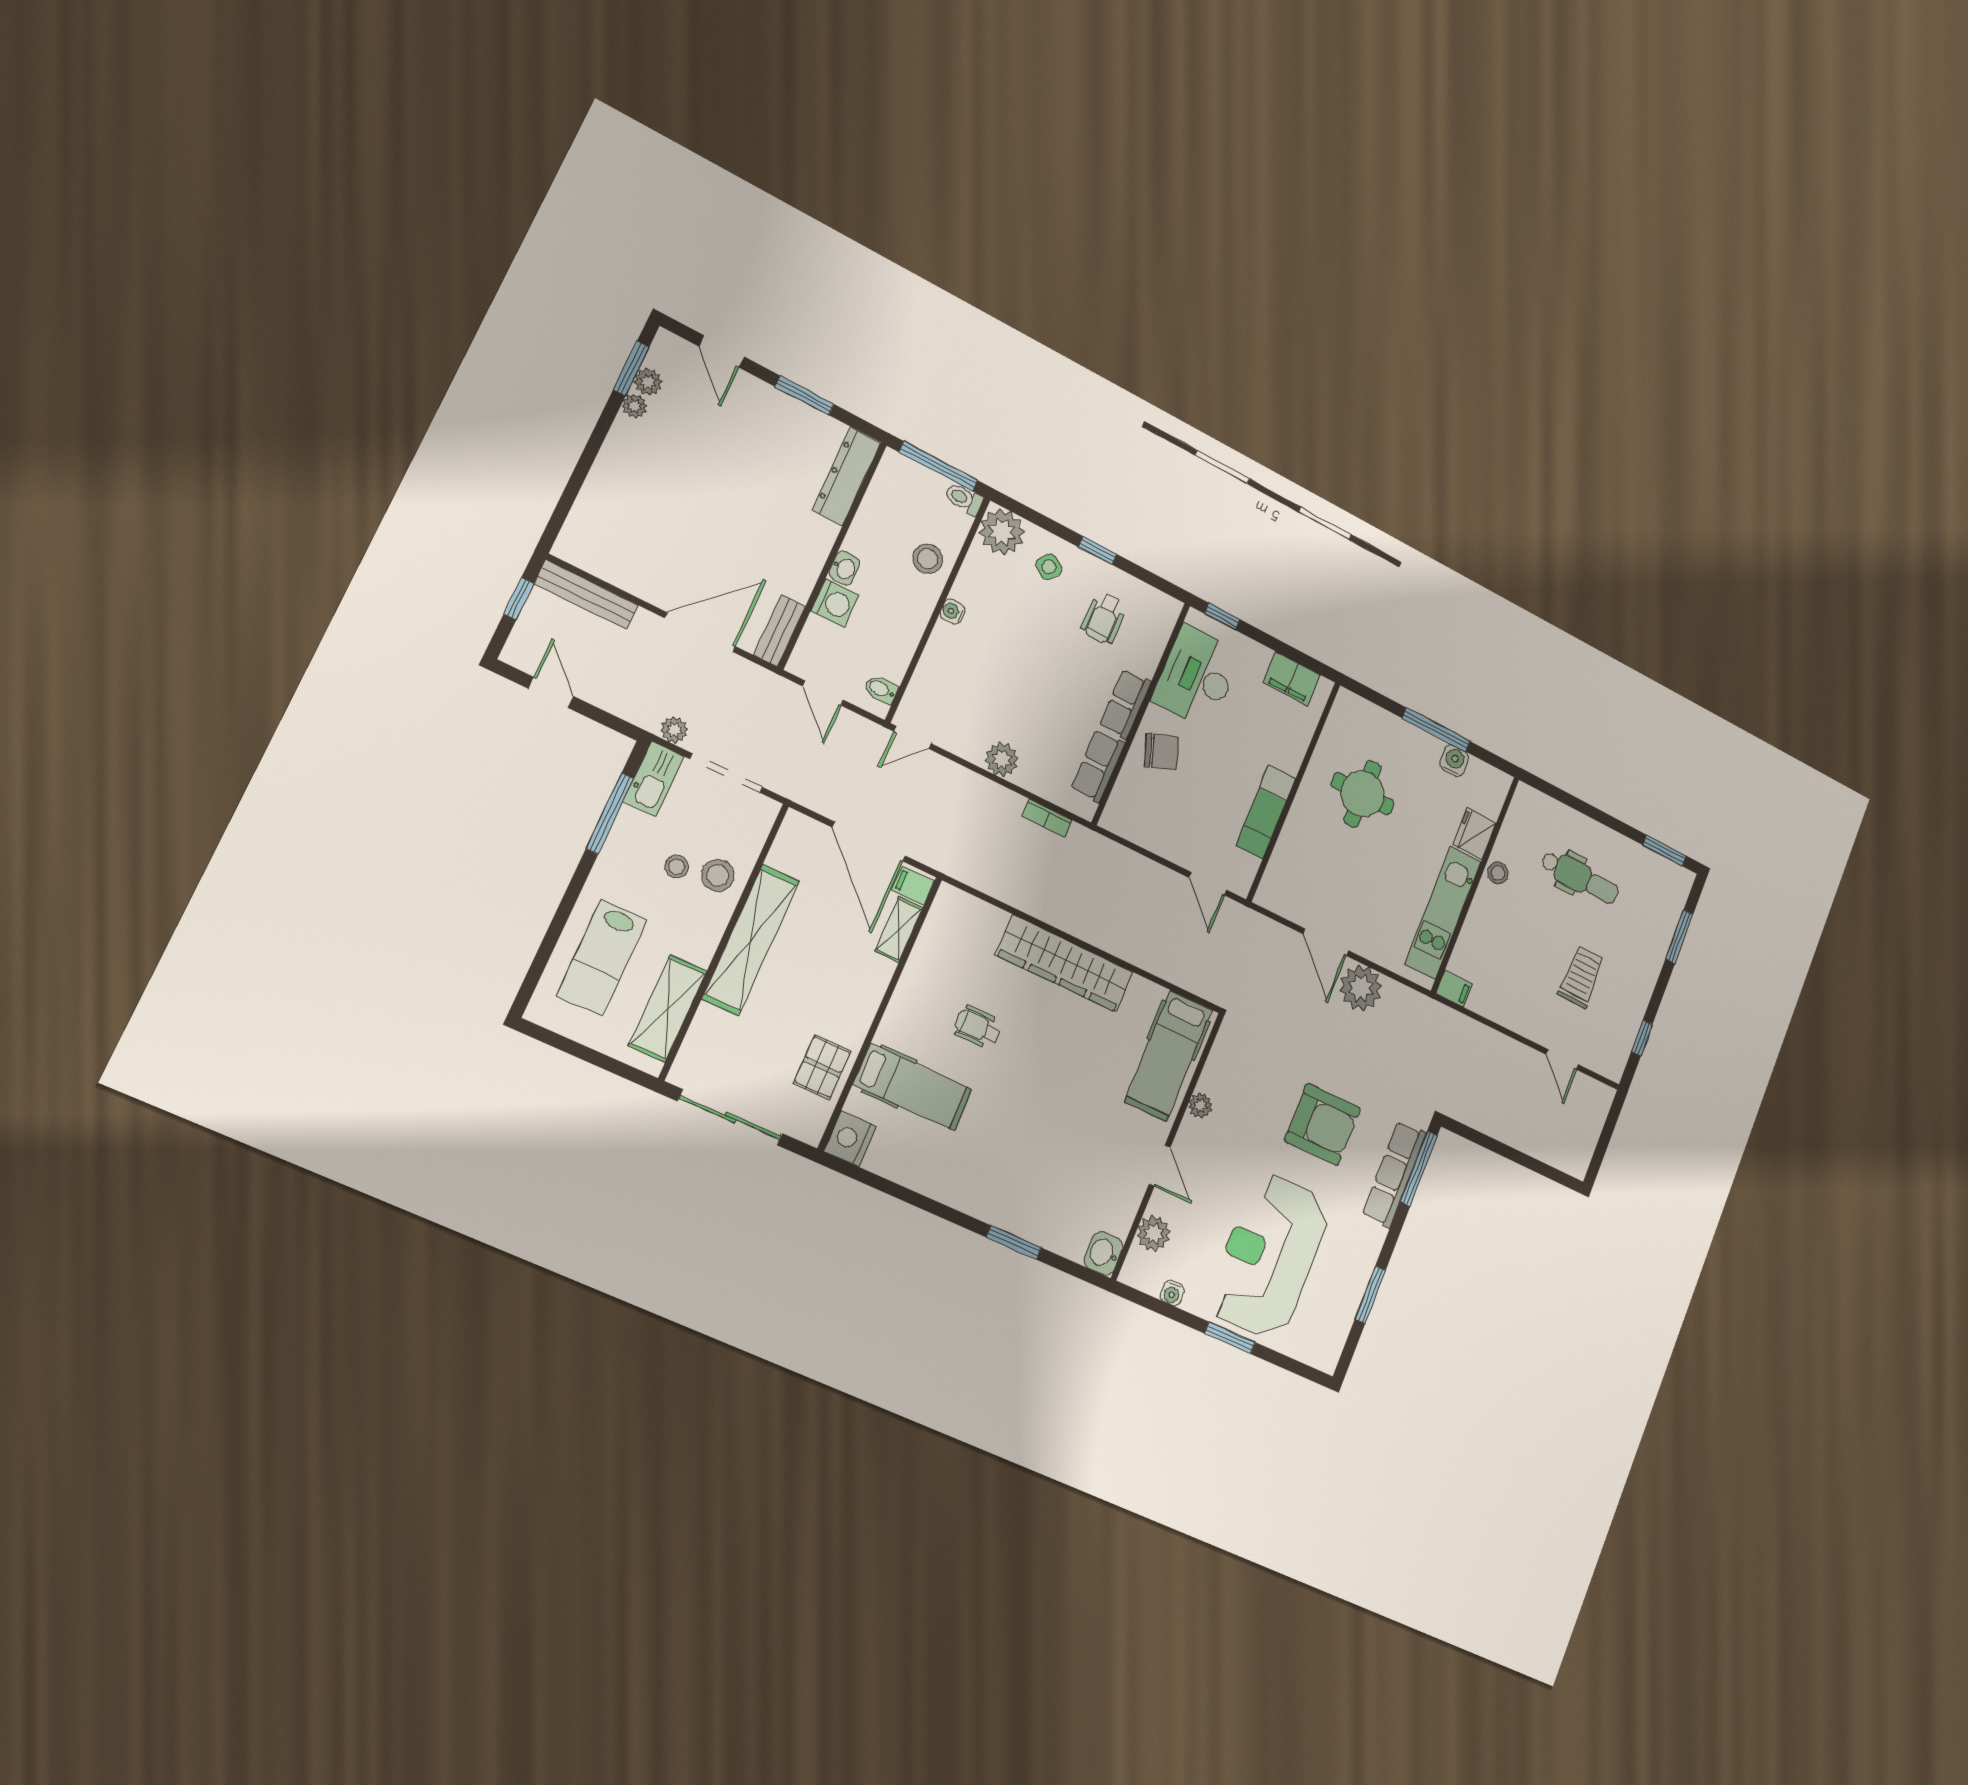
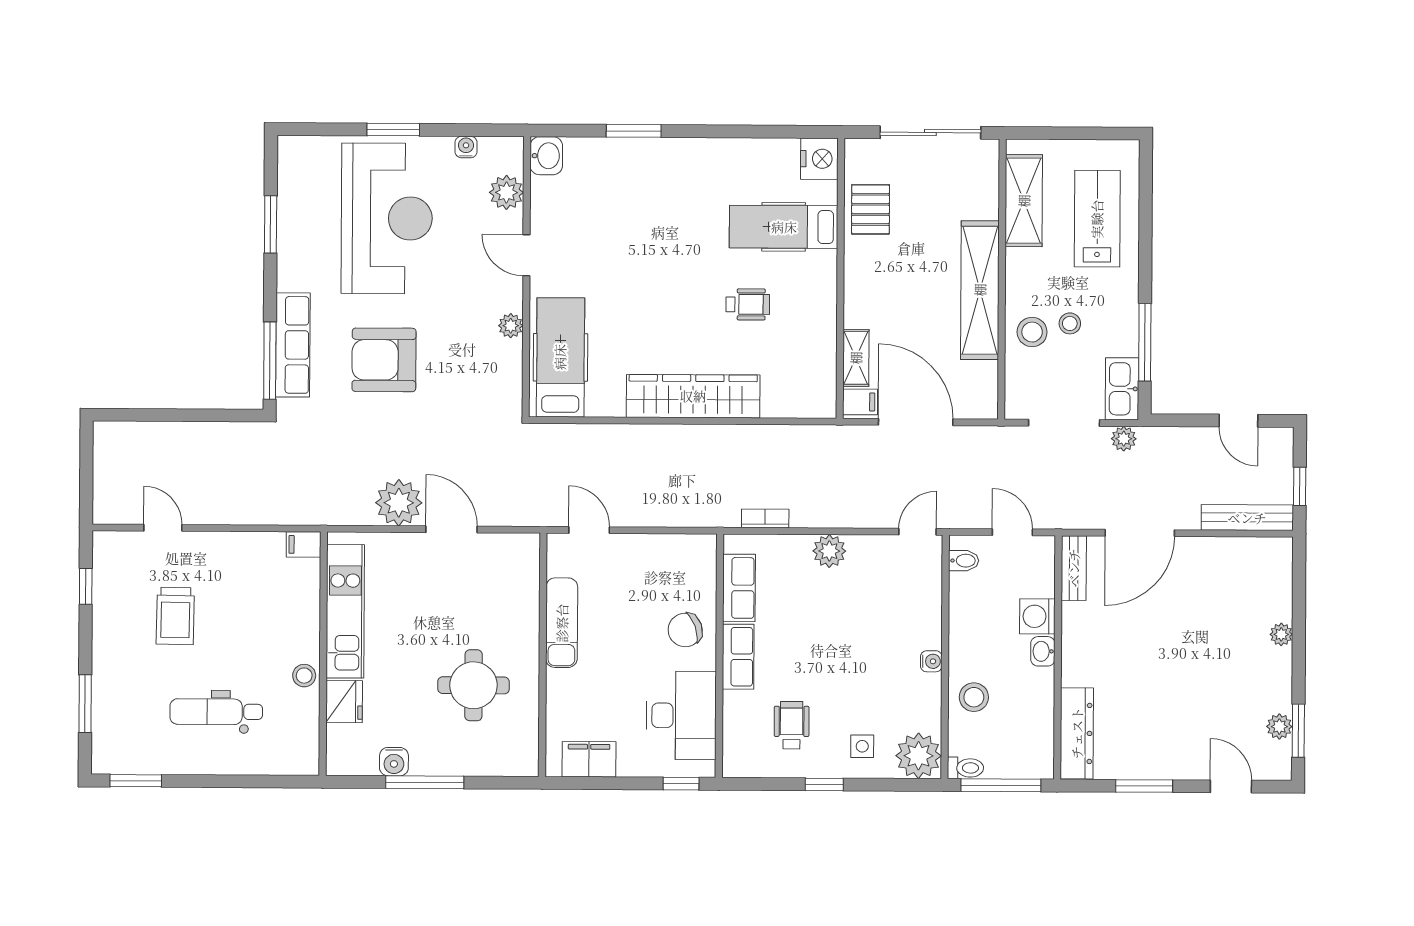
plant: (635, 406) -> (1281, 634), moved
side table: (1049, 567) -> (862, 746), turned -37

